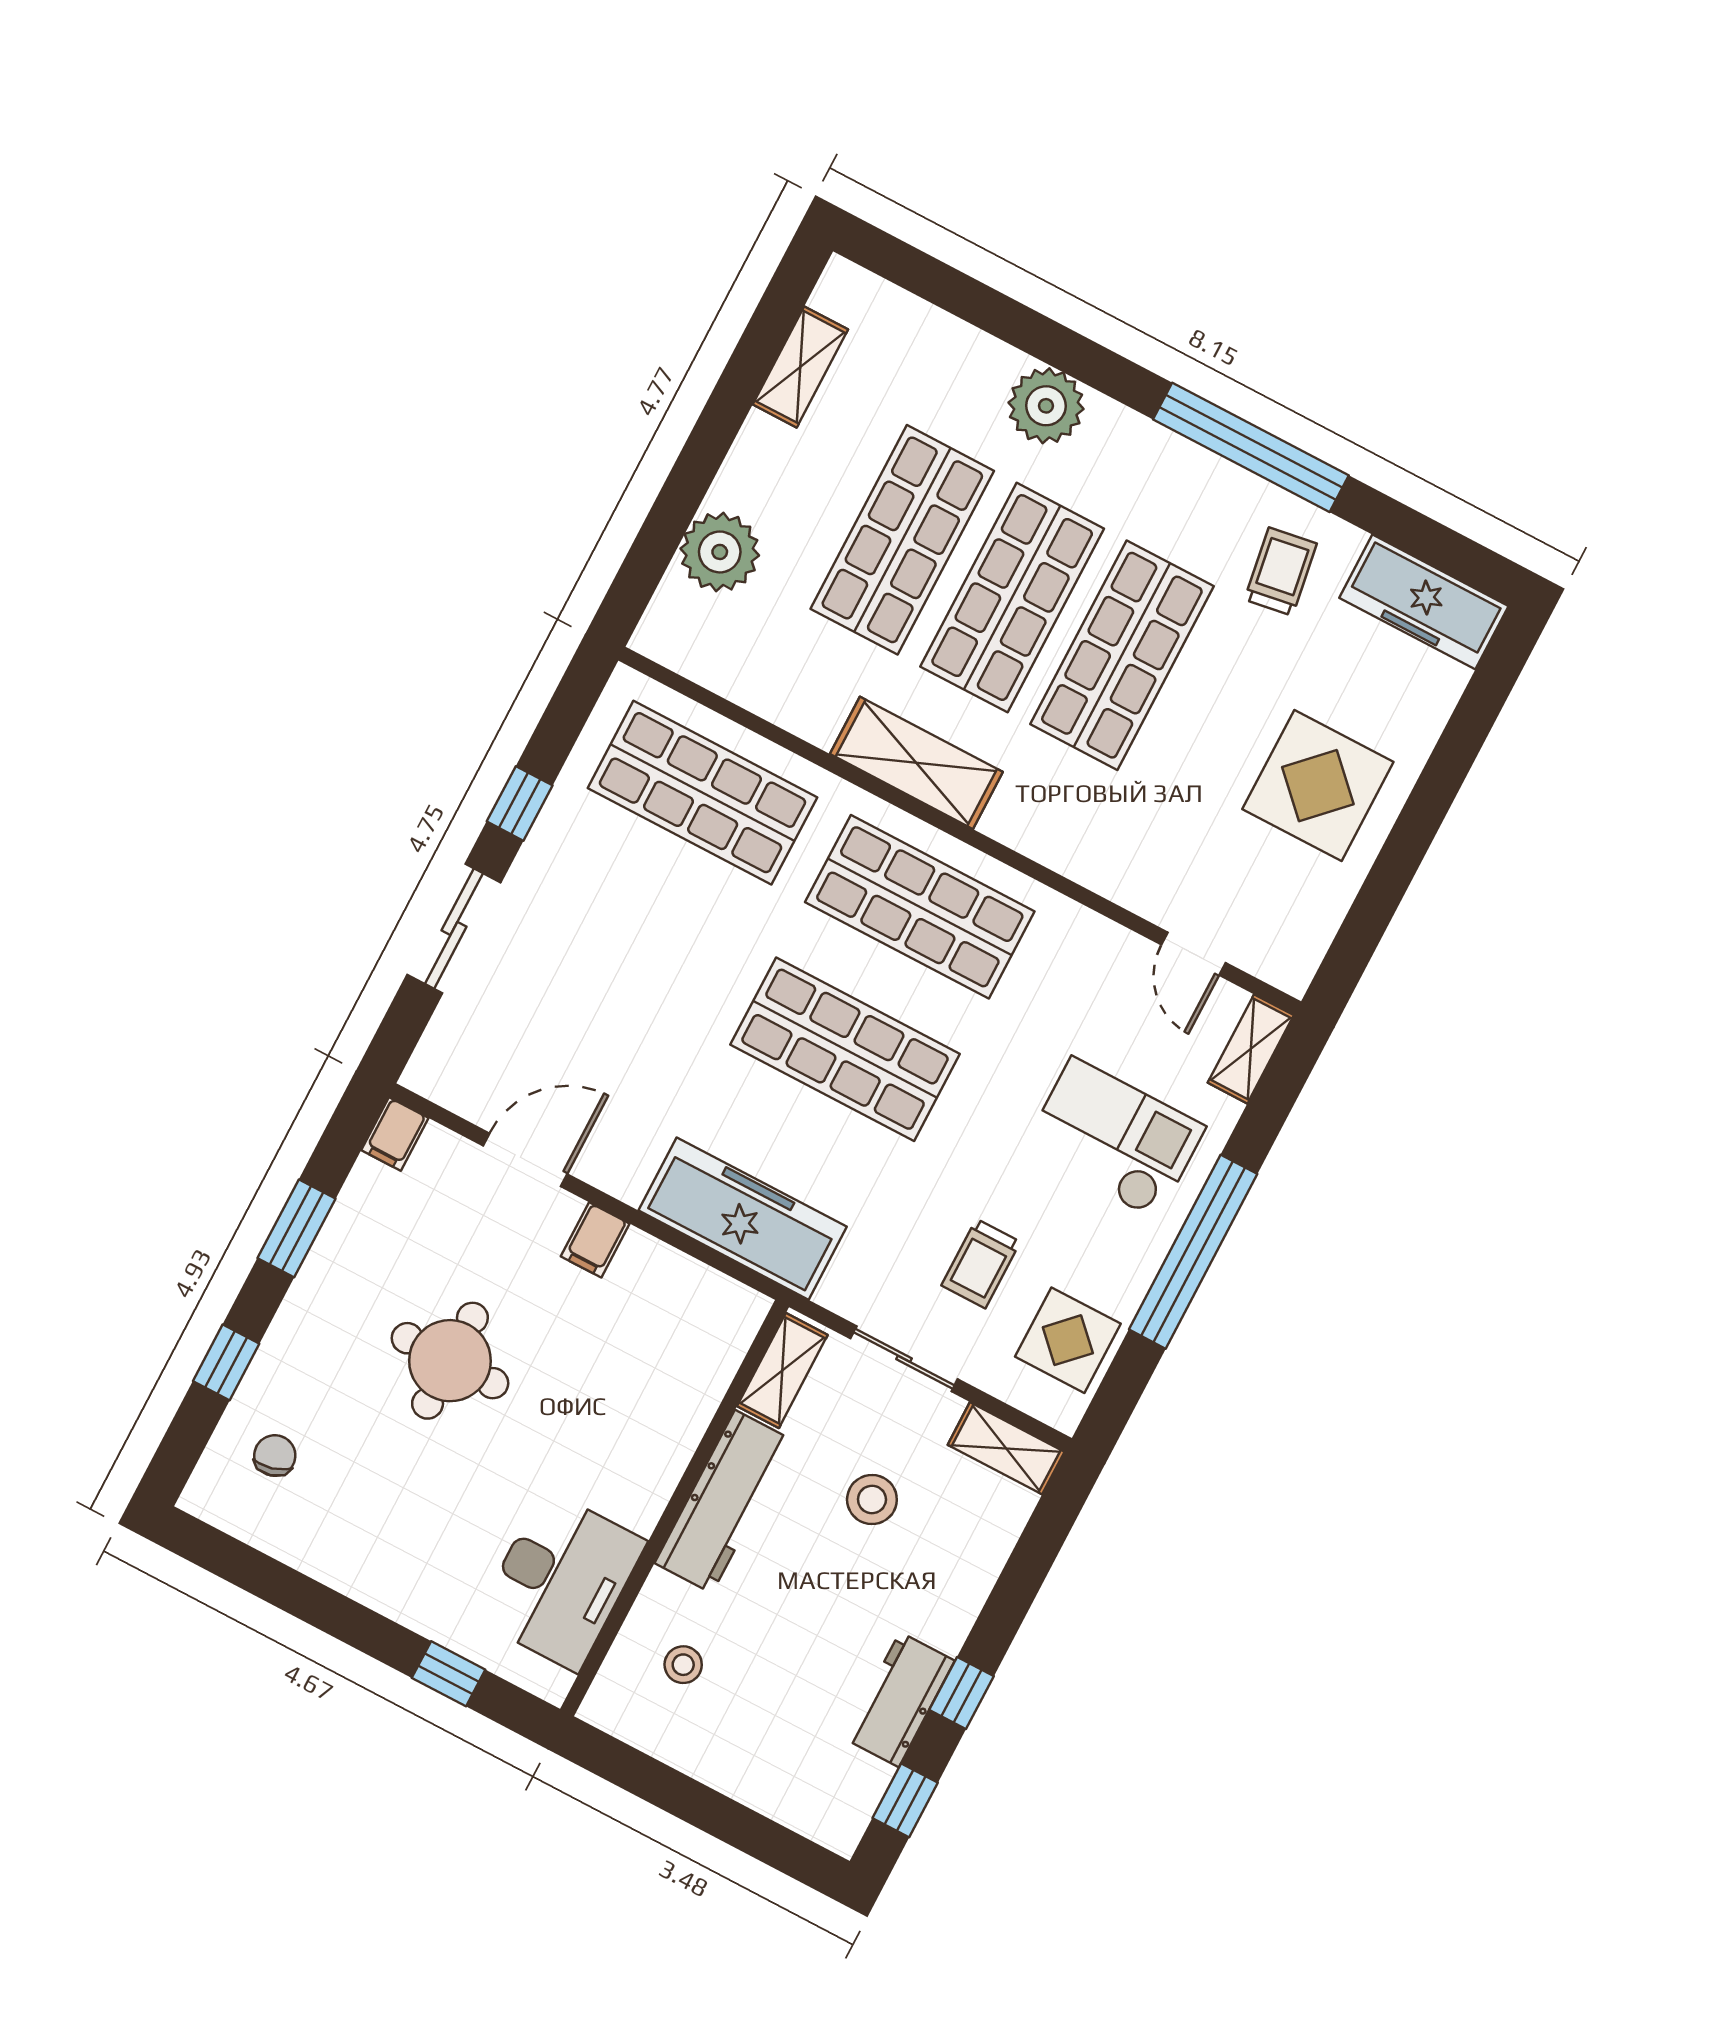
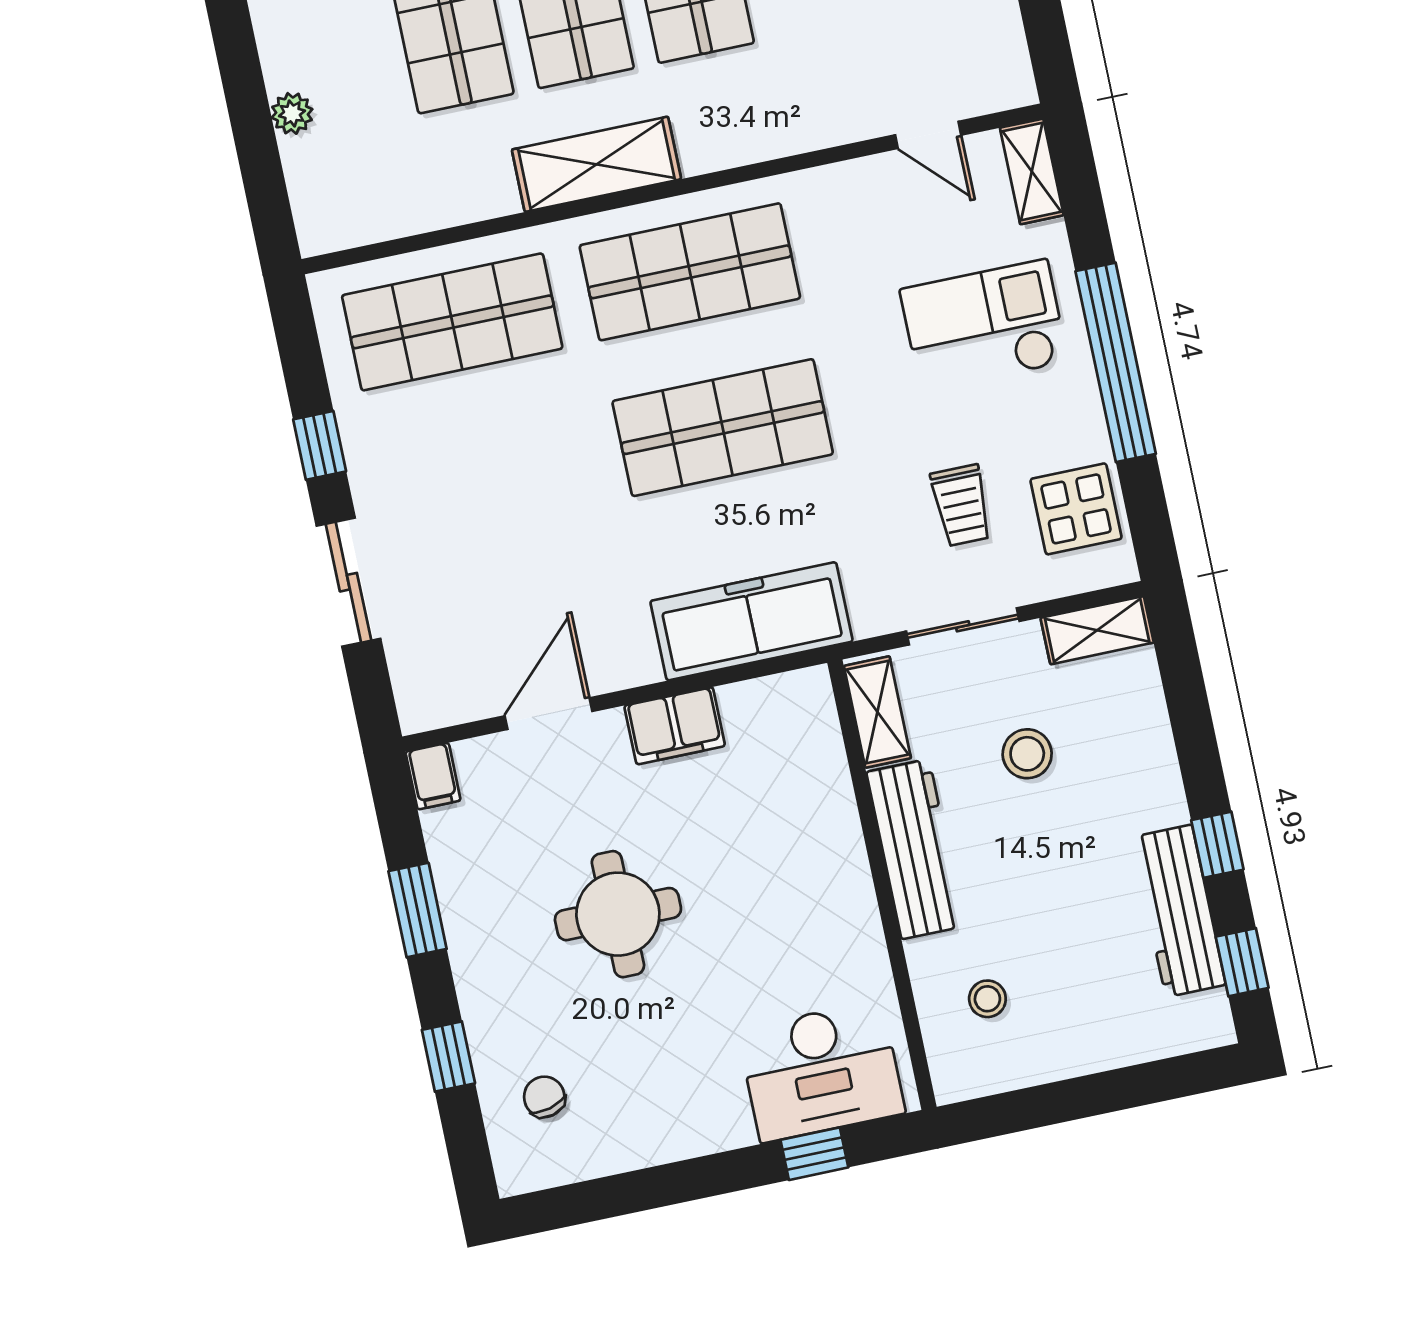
plant: (720, 552) -> (292, 113), width x0.53, depth x0.53
filing cabinet: (595, 1240) -> (675, 726), width x2.00
desk: (561, 1580) -> (821, 1071), moved, turned 90
workbench: (899, 1700) -> (1179, 911), width x1.38

